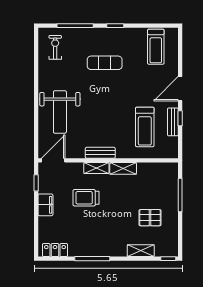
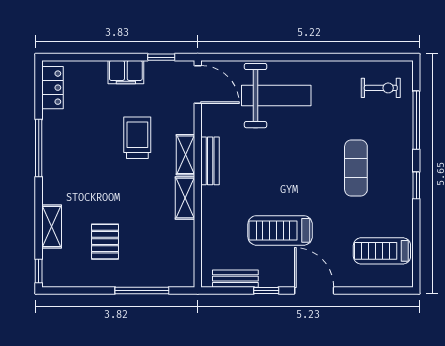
weight bench: (60, 112) -> (276, 96), turned 180
bench: (173, 122) -> (235, 279), moved
treadmill: (145, 127) -> (280, 230), moved

